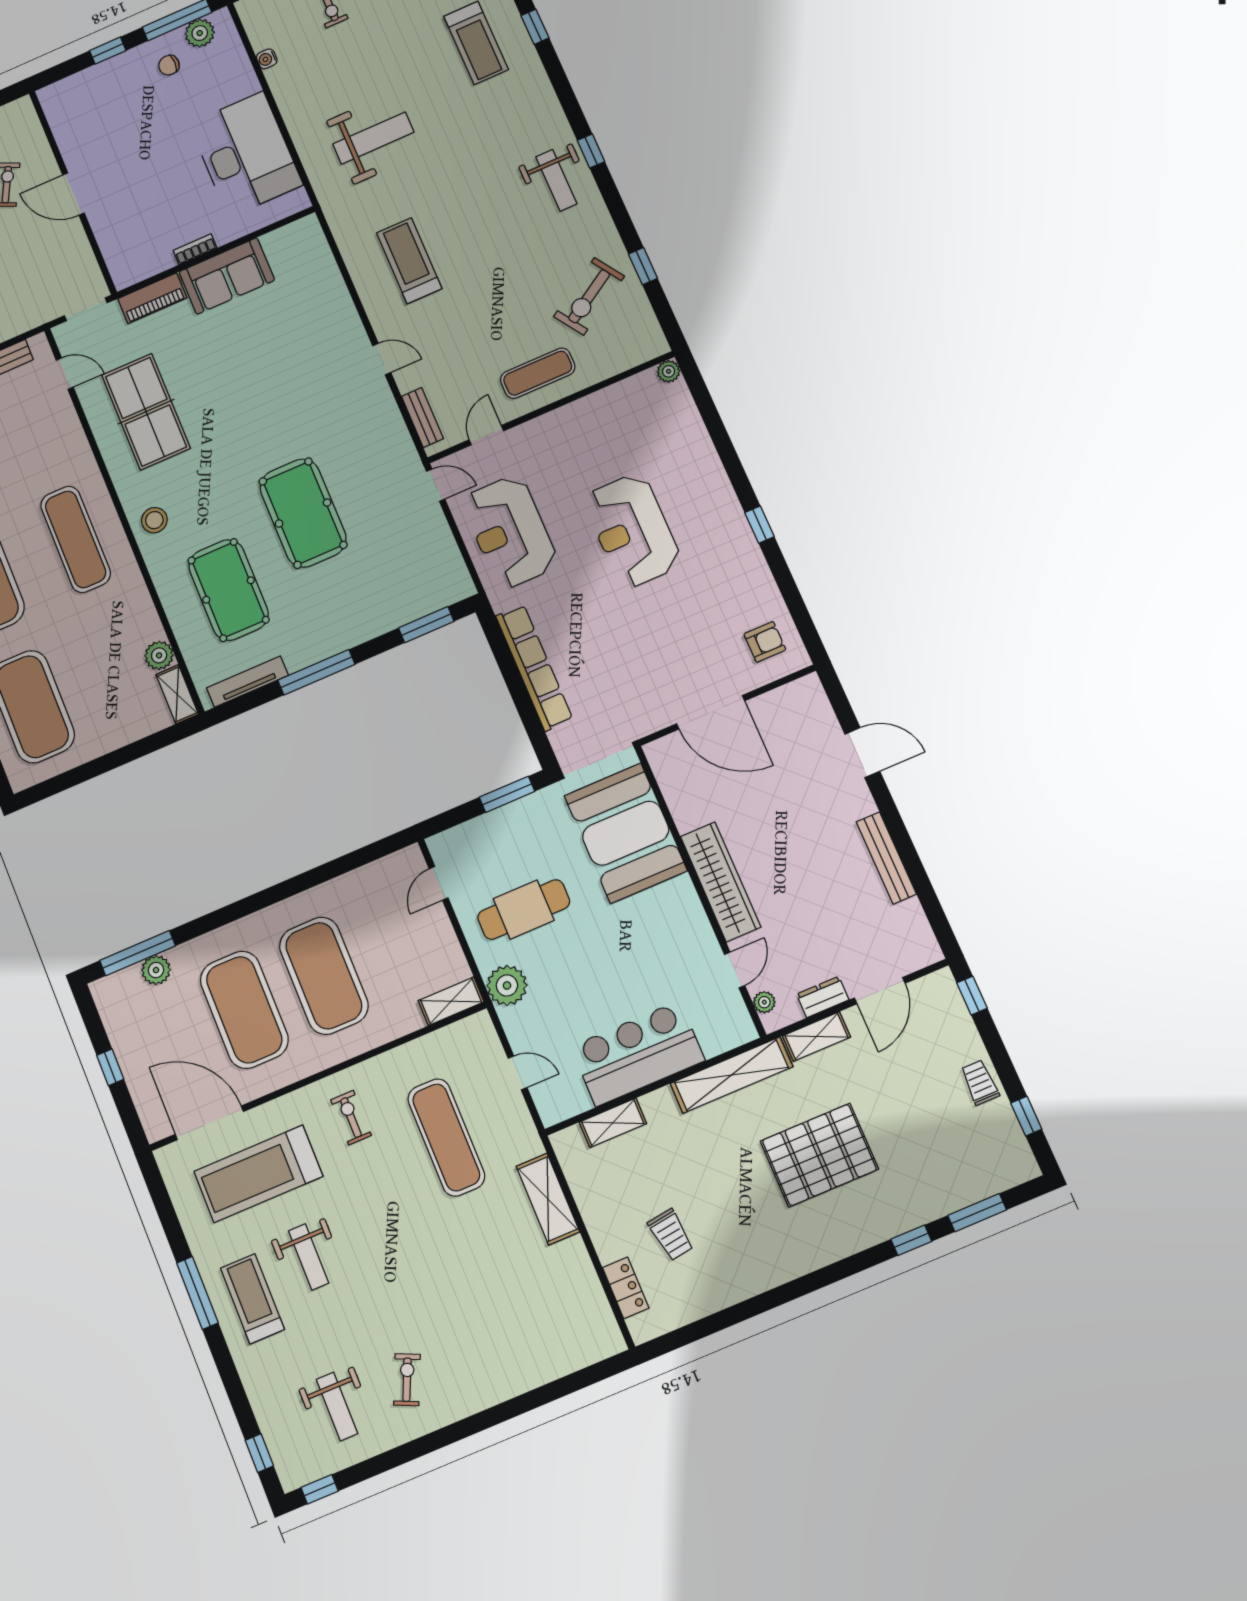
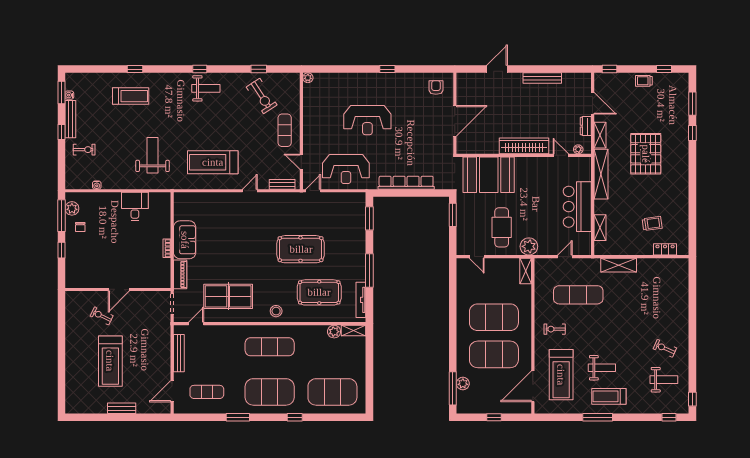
desk: (246, 154) -> (135, 206), width x0.53, depth x0.77
treadmill: (409, 261) -> (213, 162), width x1.37, depth x1.38

